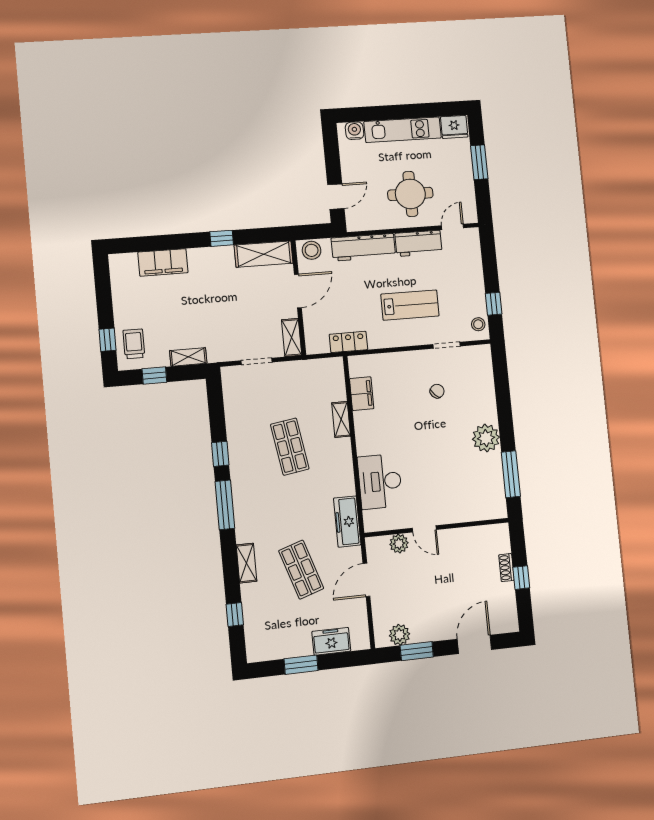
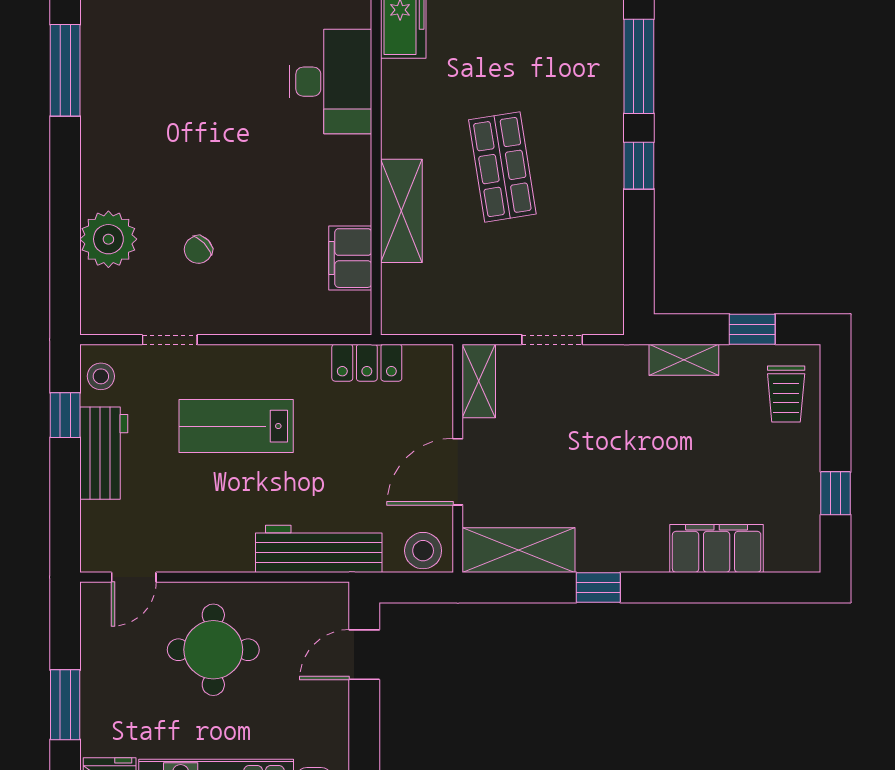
workbench: (419, 243) -> (104, 453), moved, turned 90
window: (108, 340) -> (836, 493), moved
shelving: (341, 419) -> (401, 211), width x1.50, depth x1.33
plant: (486, 438) -> (108, 239), moved

